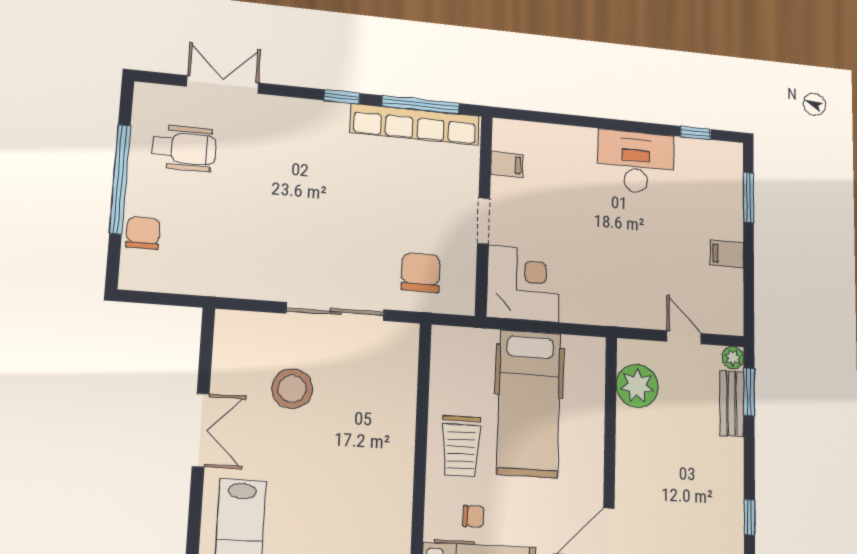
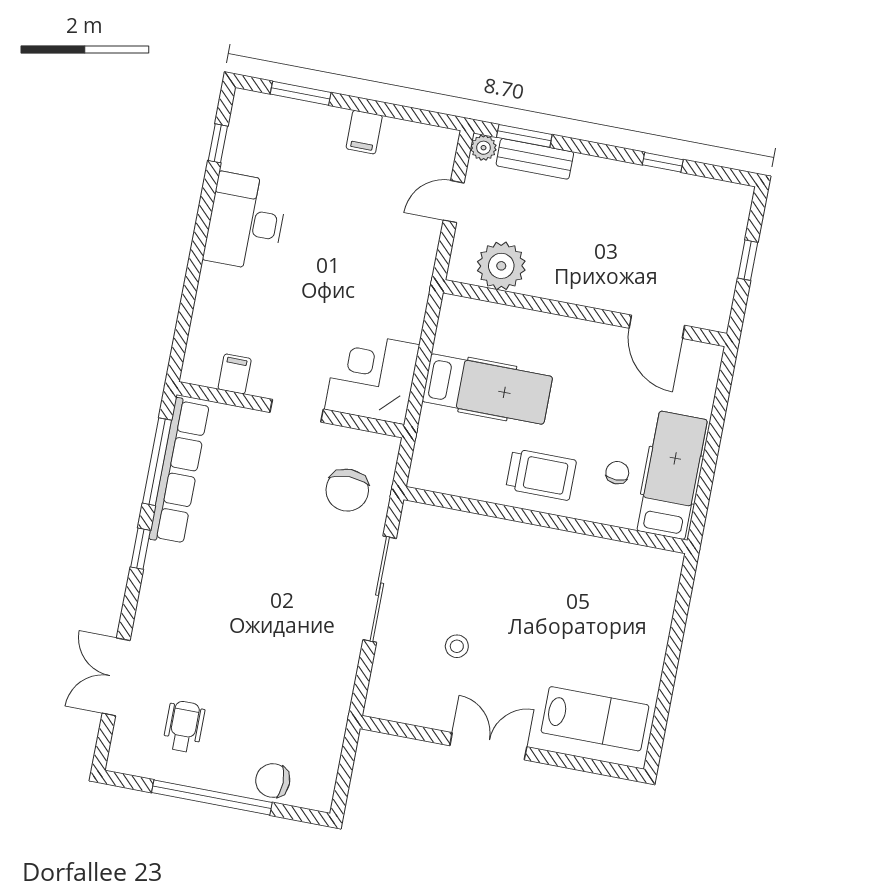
wheelchair: (184, 148) -> (184, 726), width x0.73, depth x0.73
chair: (421, 273) -> (347, 490), turned -90
stool: (292, 389) -> (457, 646), width x0.53, depth x0.53
hospital bed: (529, 403) -> (487, 389), width x0.73, depth x0.78

